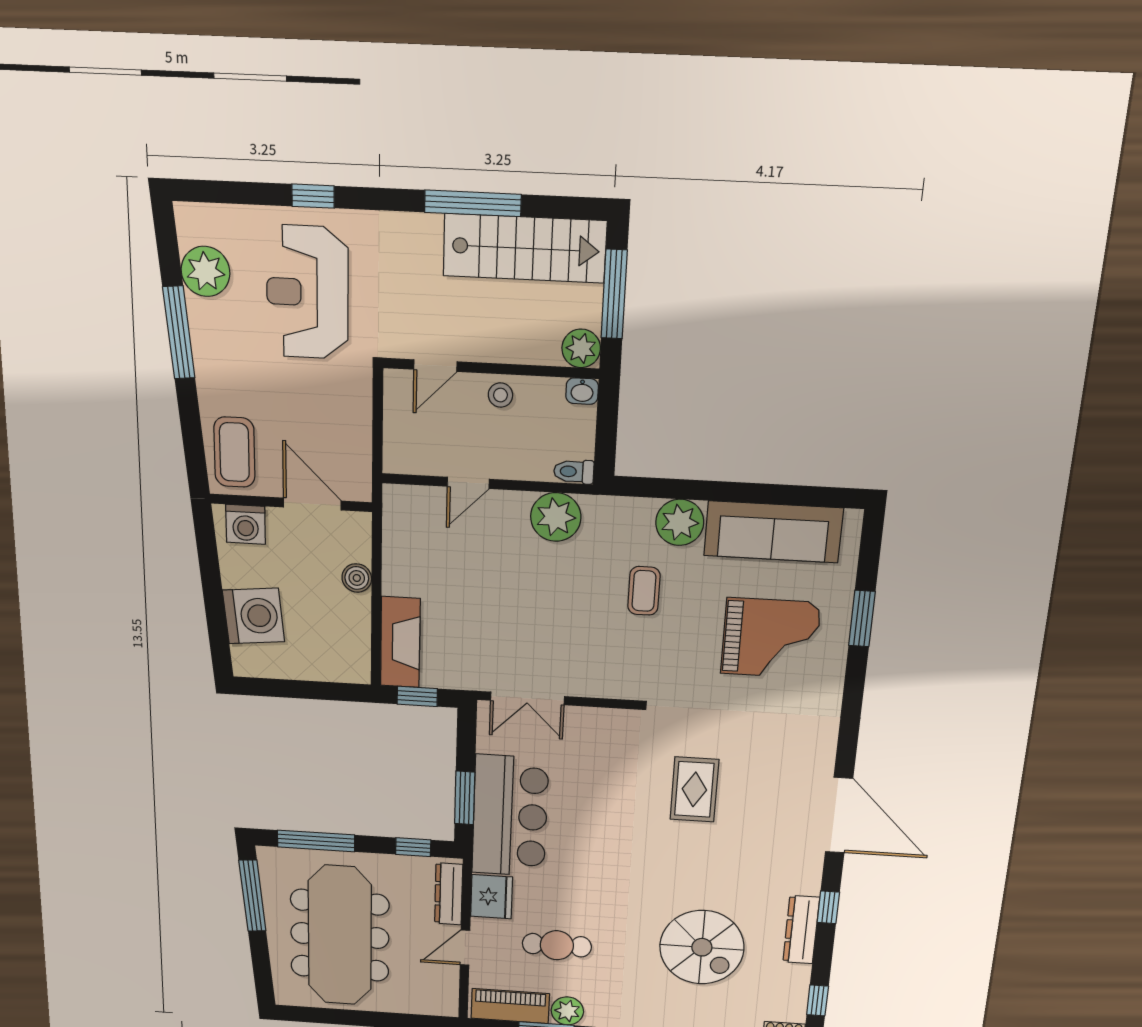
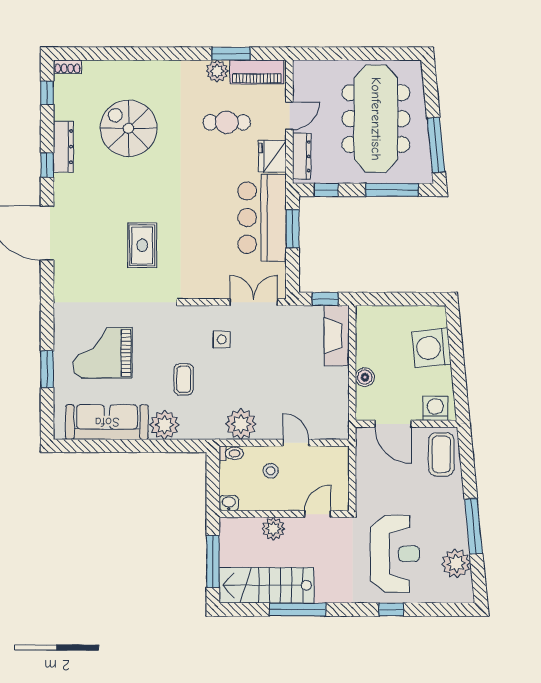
plant: (581, 348) -> (273, 529), moved
stool: (500, 395) -> (271, 471), moved
door: (468, 483) -> (296, 443), hinge flipped
side table: (580, 647) -> (222, 339), added

